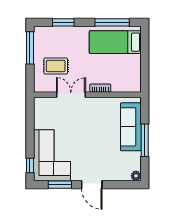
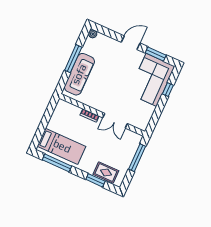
window: (30, 48) -> (137, 158), moved
rug: (56, 66) -> (106, 173), moved
window: (30, 165) -> (168, 90), moved
door: (92, 185) -> (131, 43), hinge flipped

